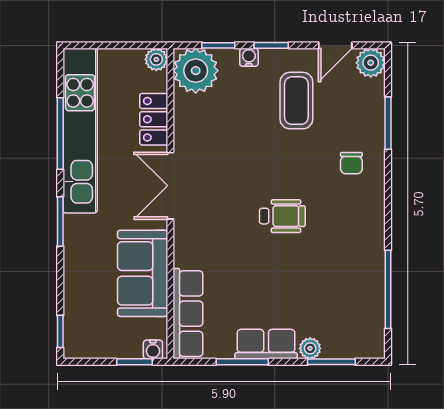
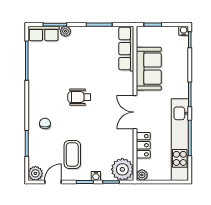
double door: (170, 186) -> (135, 112), swing flipped
row of seats: (266, 344) -> (44, 33), moved
water cooler: (153, 349) -> (184, 31), moved

